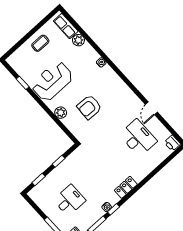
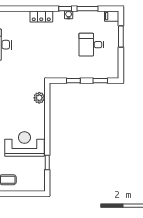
reception desk: (52, 81) -> (24, 144), turned 180
armchair: (89, 107) -> (14, 100), removed
plant: (61, 113) -> (39, 98), moved

